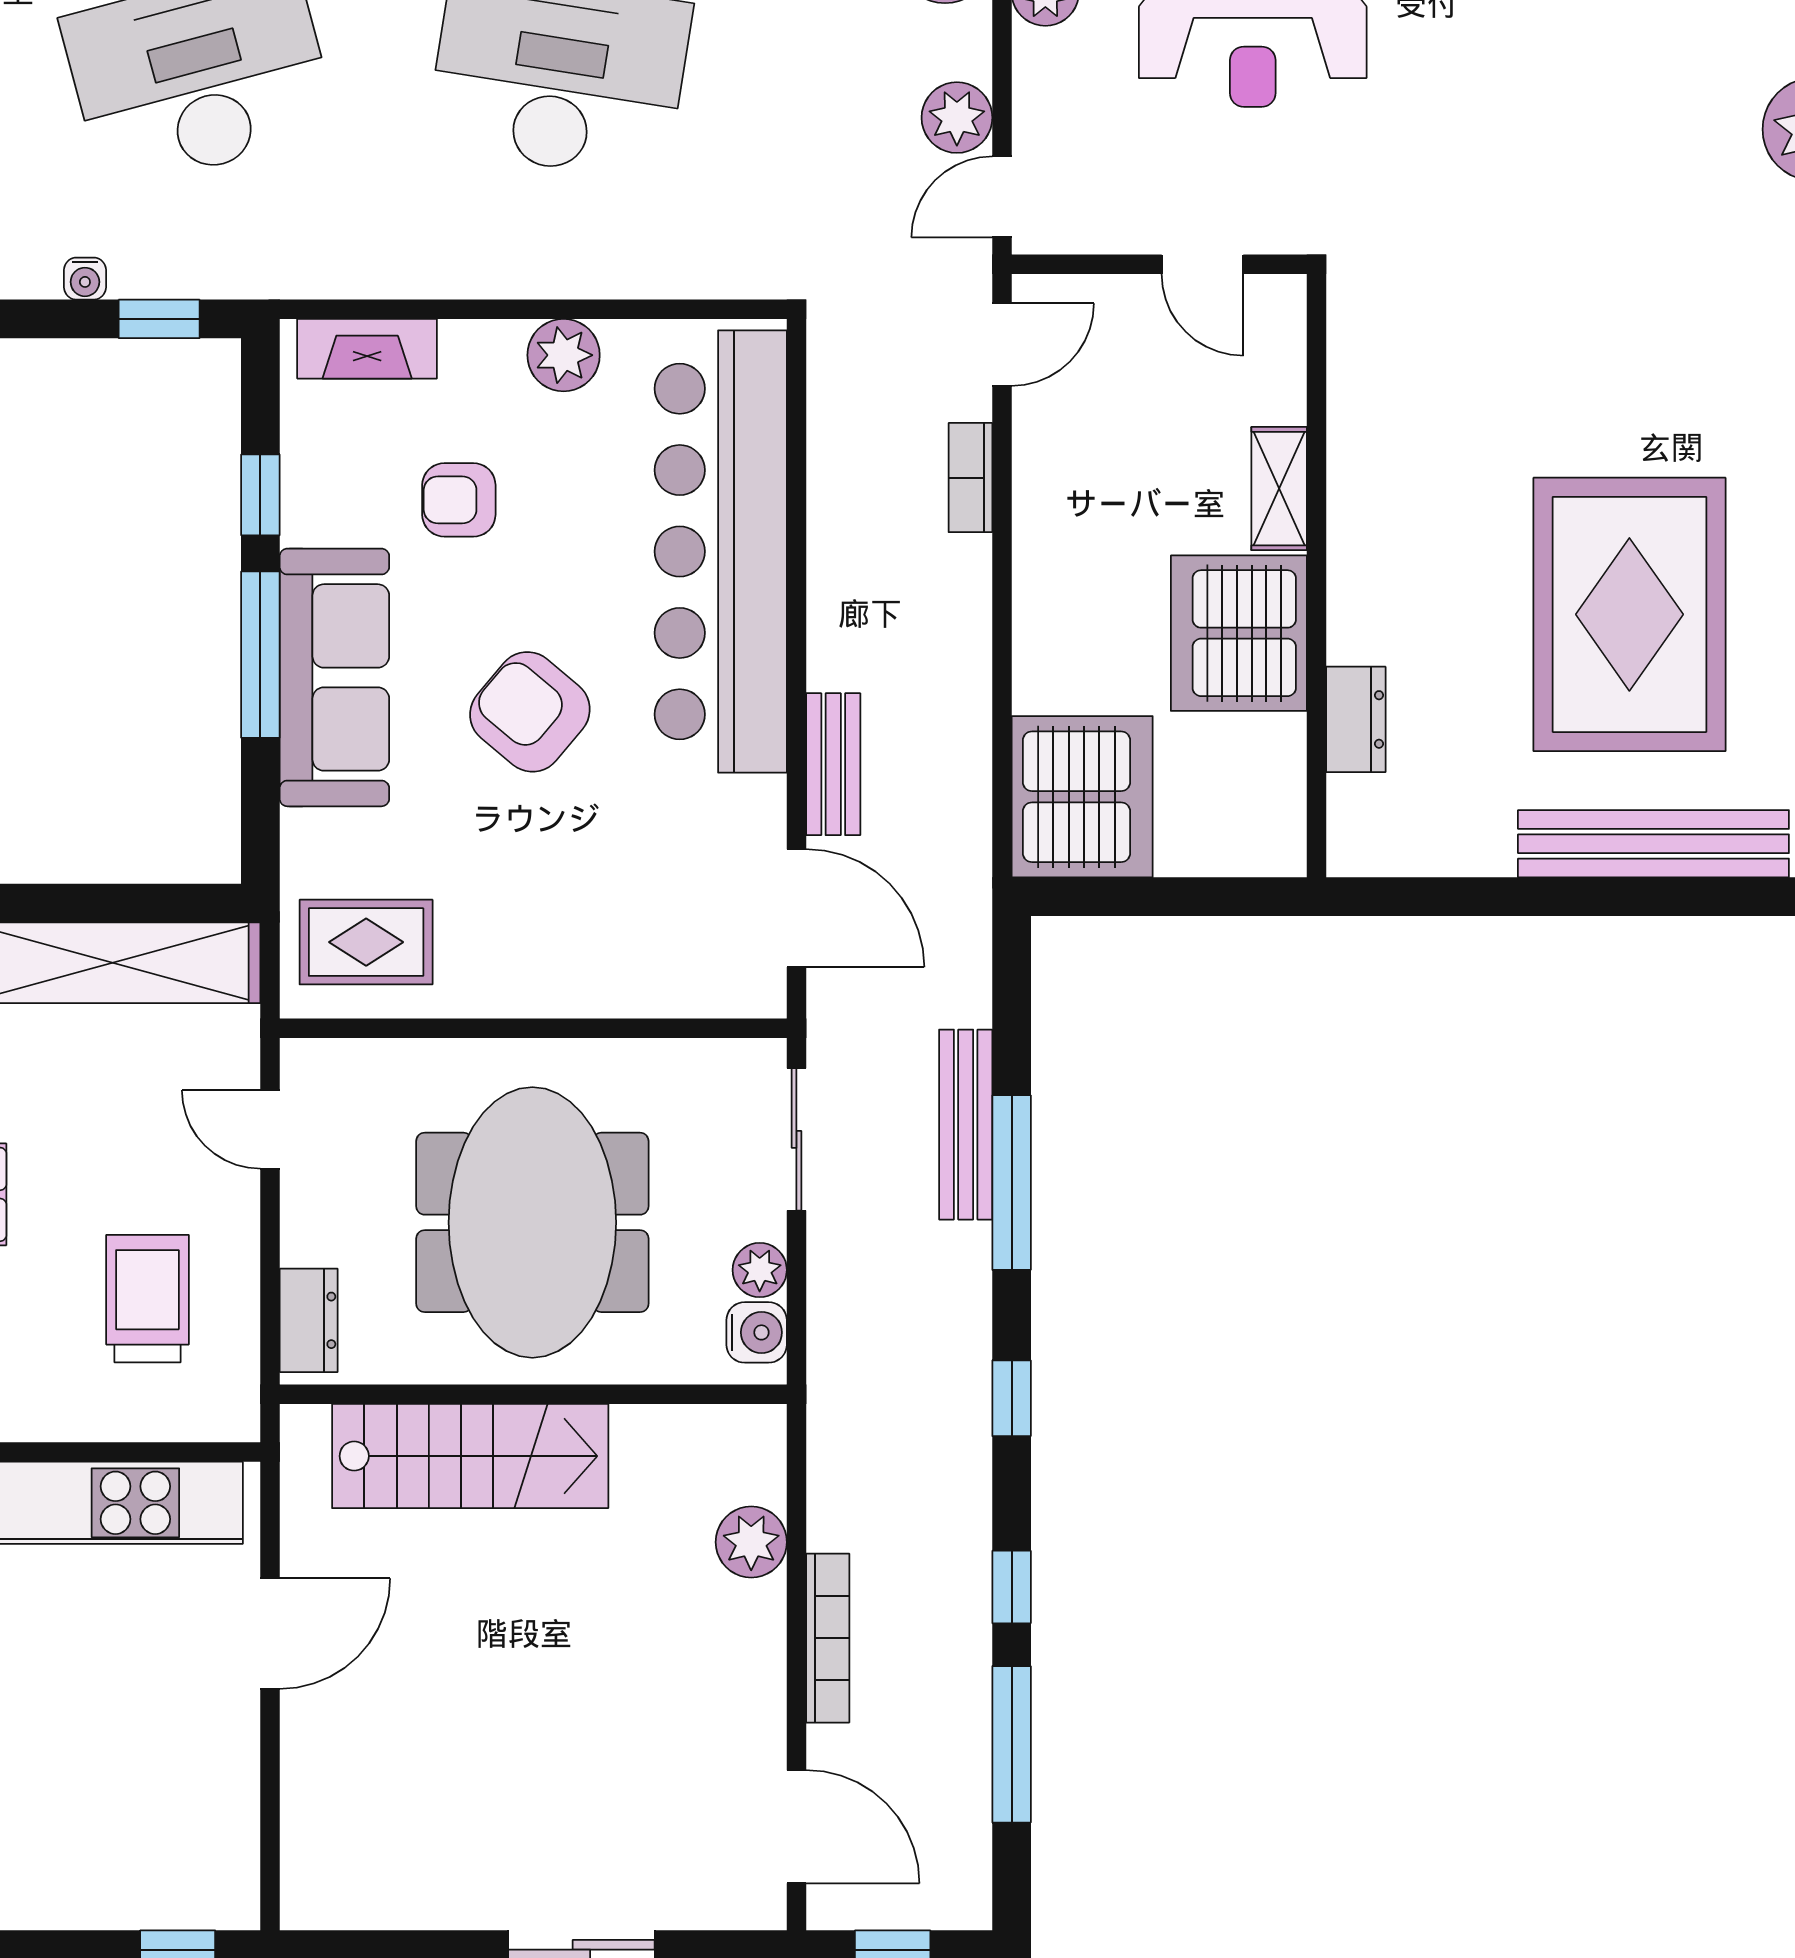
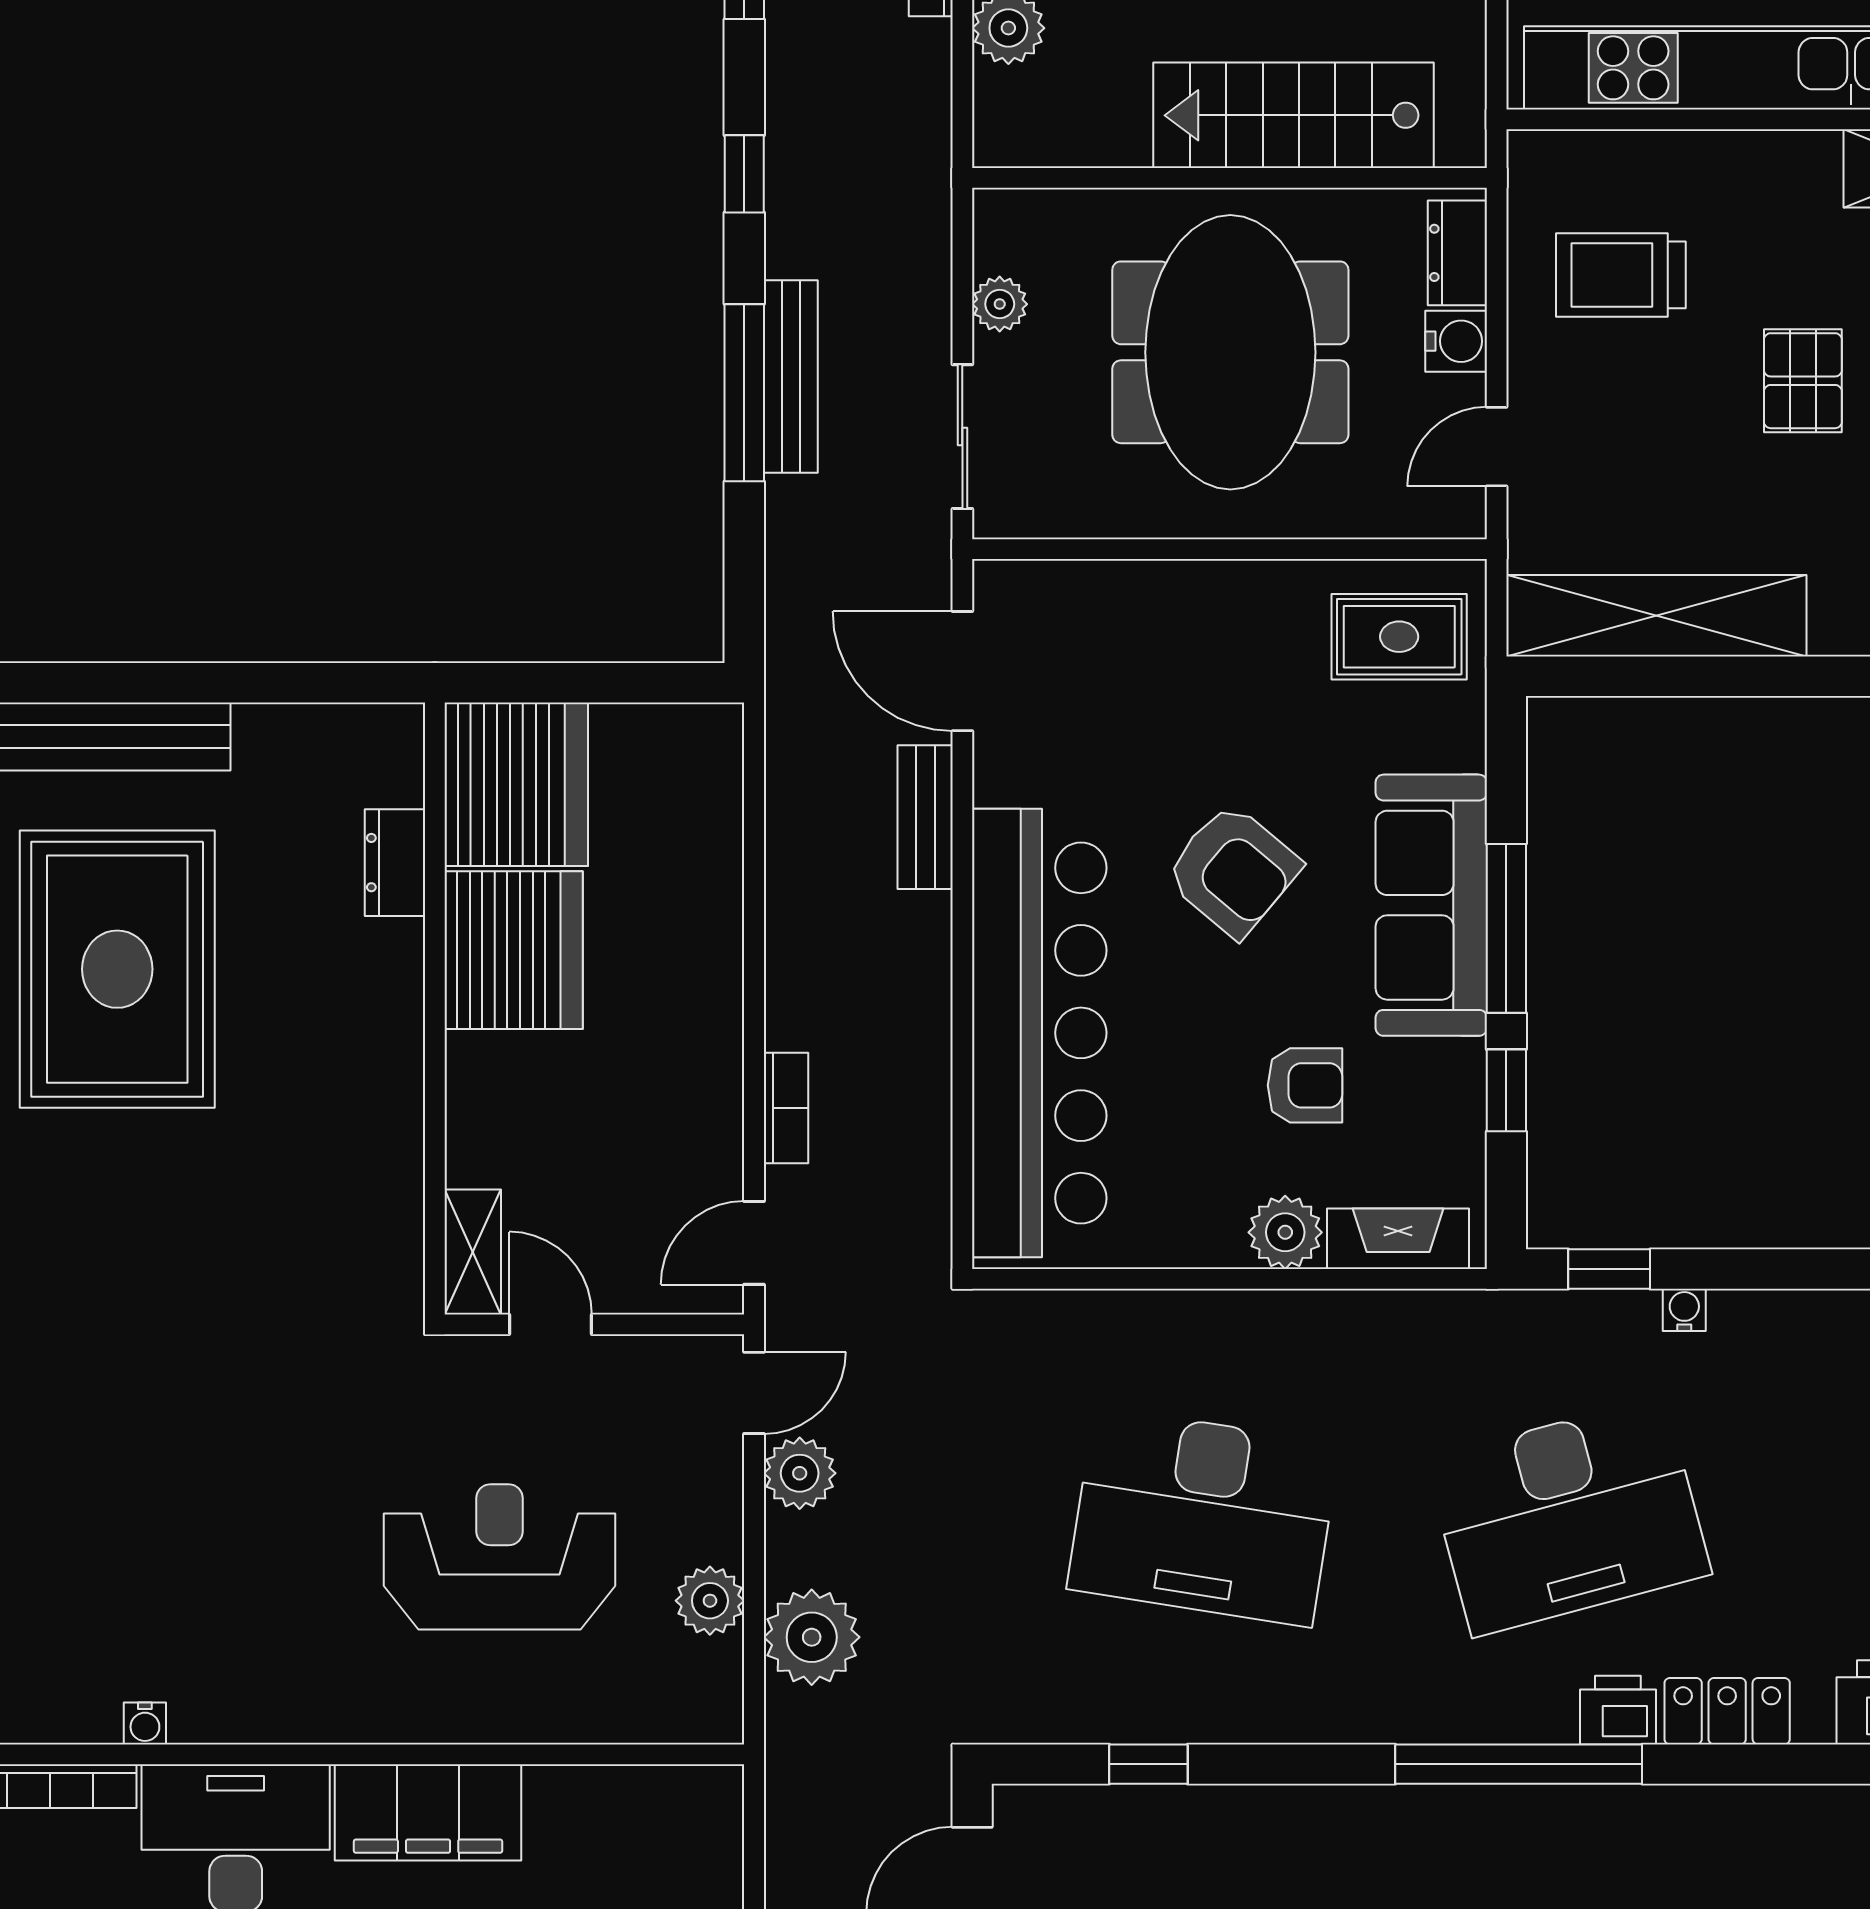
plant: (564, 355) -> (1285, 1232), moved
shelving: (1279, 489) -> (473, 1252), moved
server rack: (1082, 797) -> (516, 784), moved, turned 180
bench: (966, 1125) -> (791, 377), moved
door: (270, 1129) -> (1497, 447), swing flipped
trolley: (147, 1299) -> (1621, 275), turned 90
water cooler: (757, 1332) -> (1456, 341), moved, turned 180

